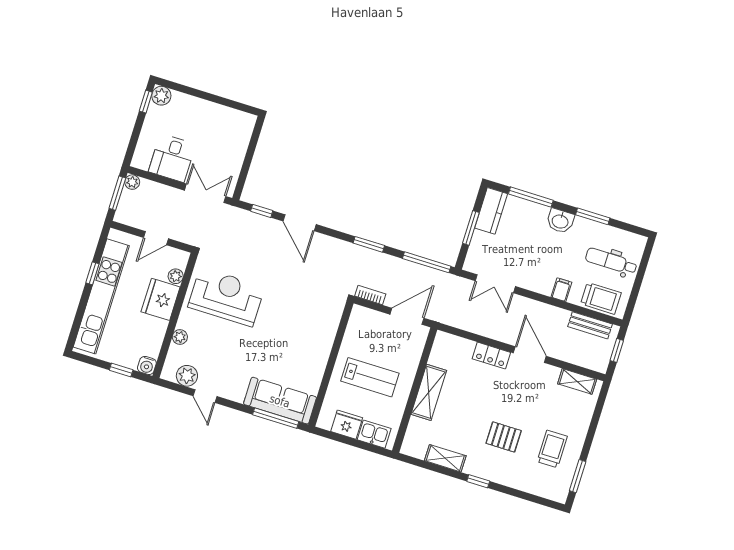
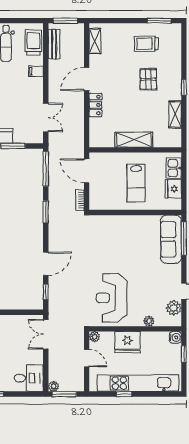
desk: (172, 158) -> (29, 378), moved
plant: (176, 276) -> (95, 337), moved
window: (617, 350) -> (65, 21), width x1.50
lab bench: (370, 377) -> (136, 183), turned 180

